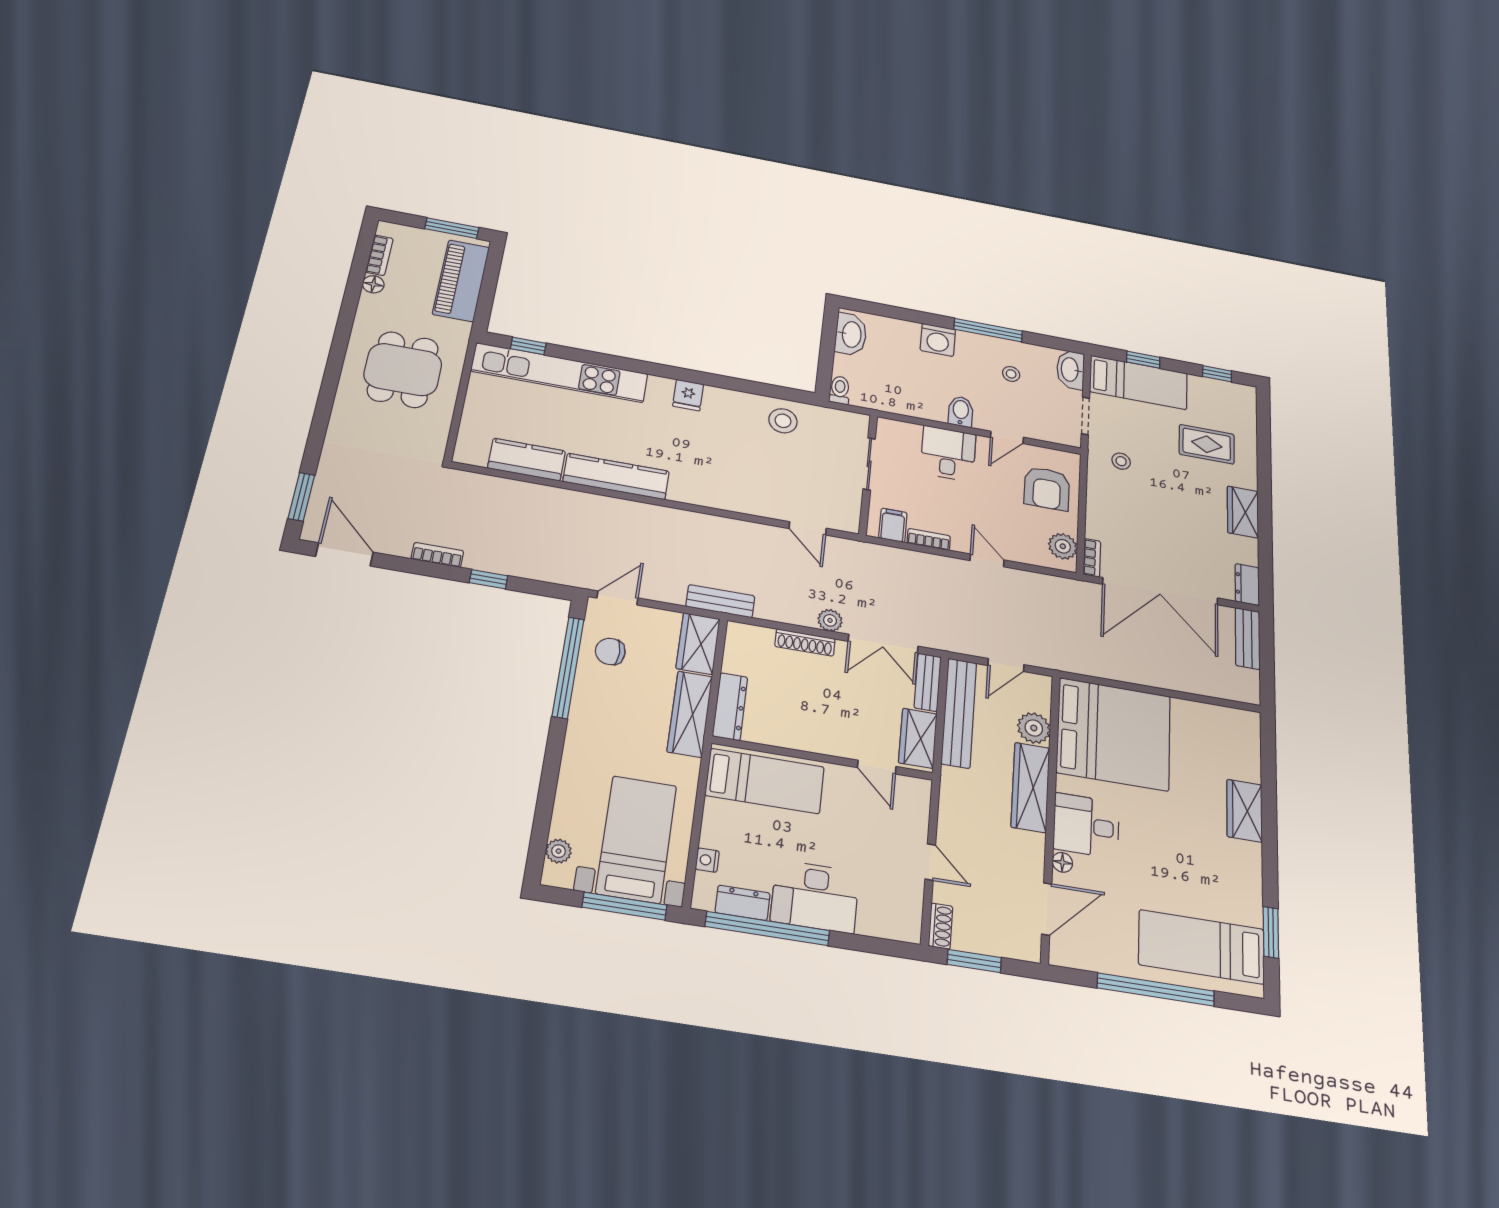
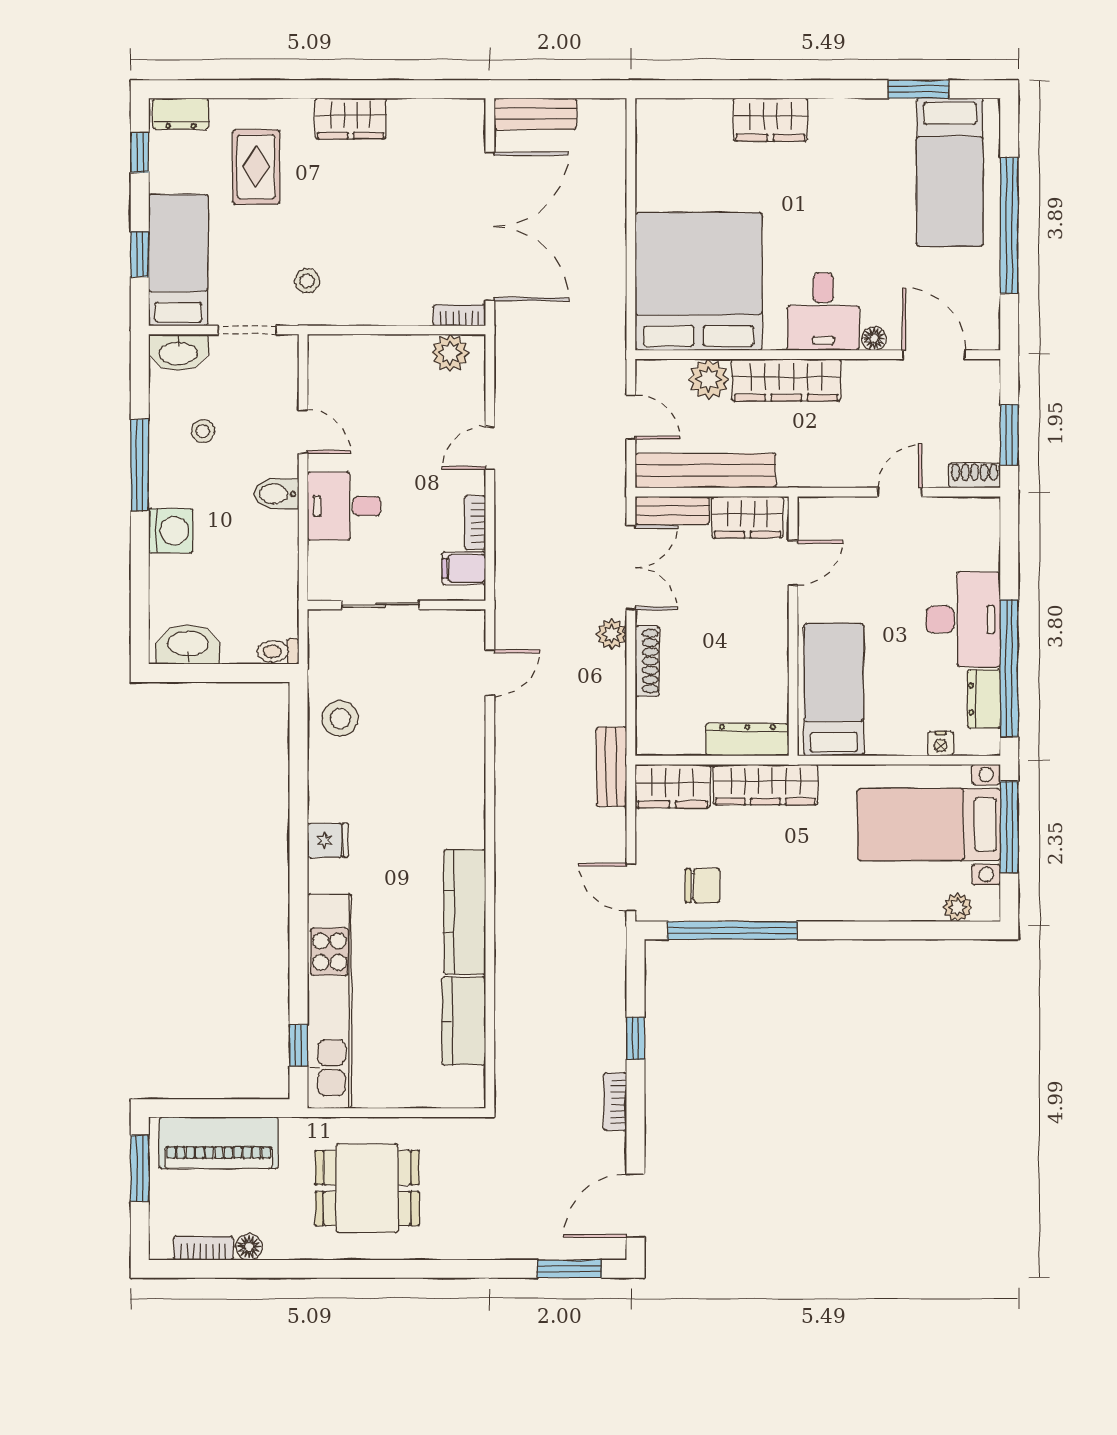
armchair: (1047, 488) -> (369, 377), removed
dresser: (1247, 585) -> (181, 114), moved
chair: (610, 651) -> (703, 886), turned -90

